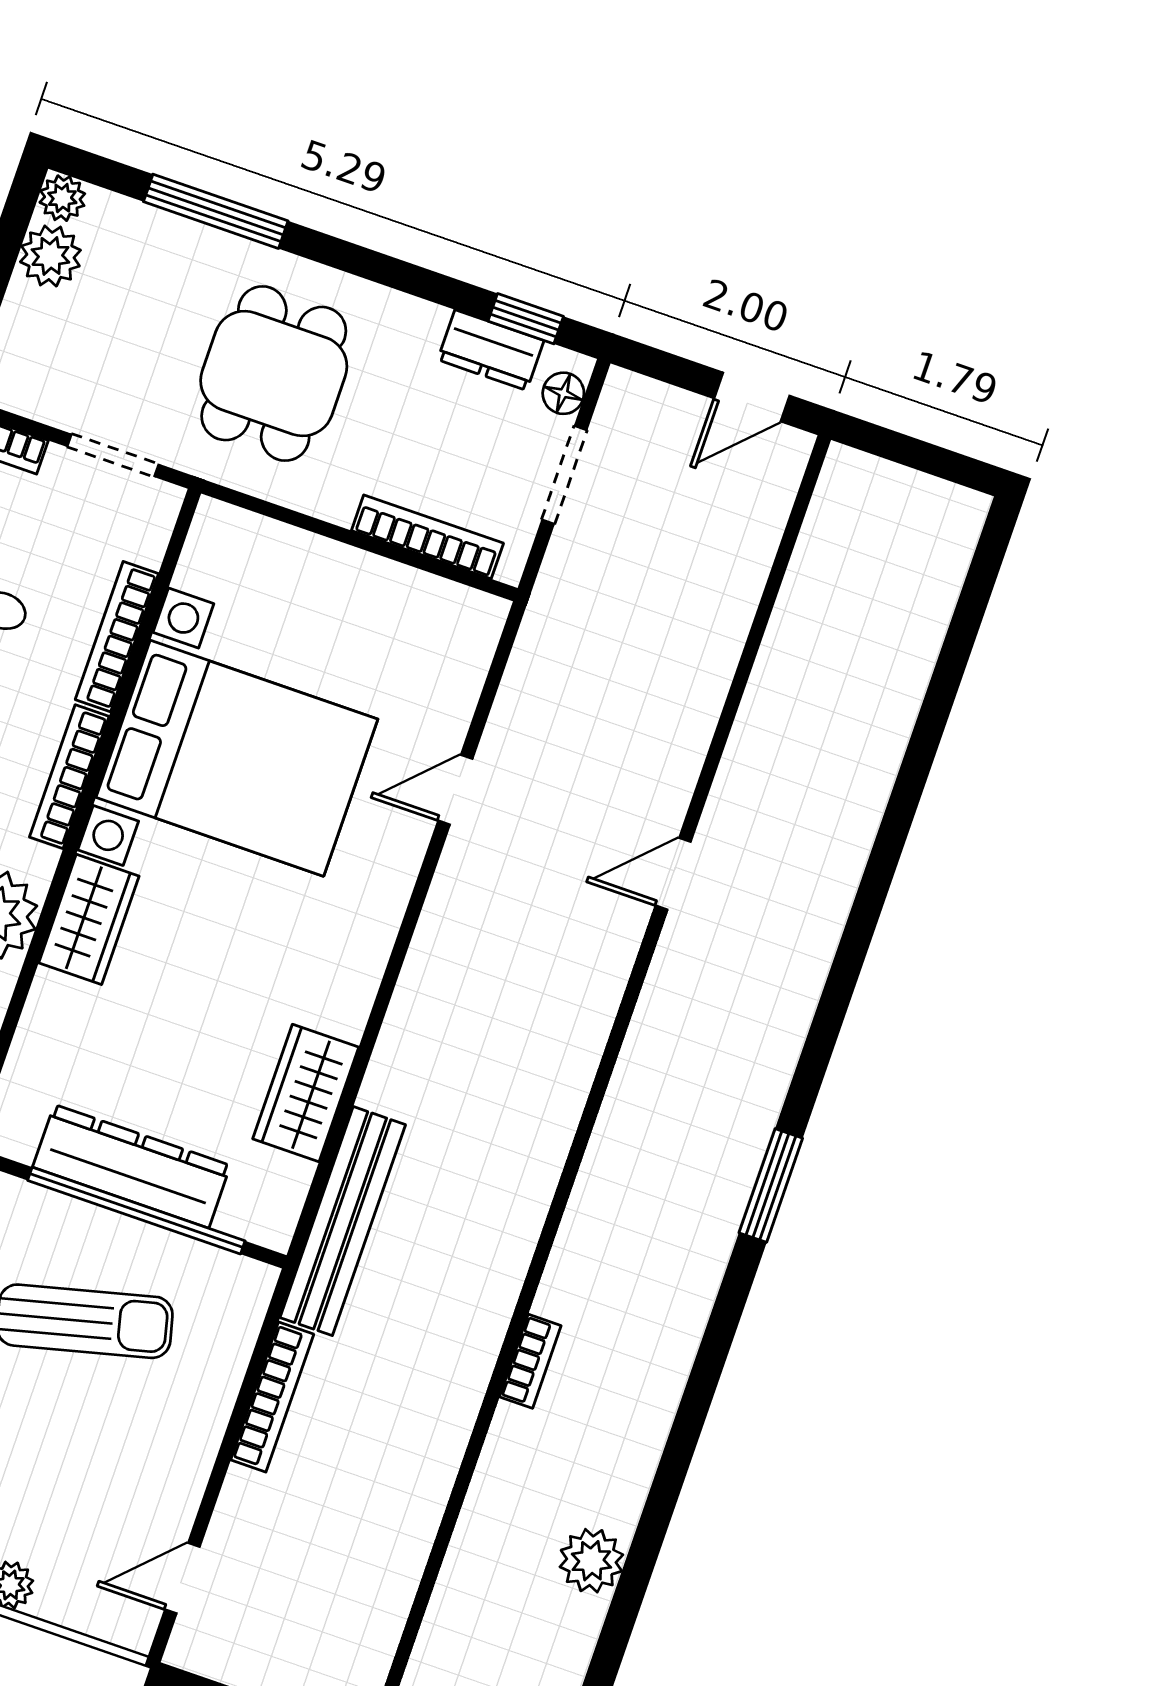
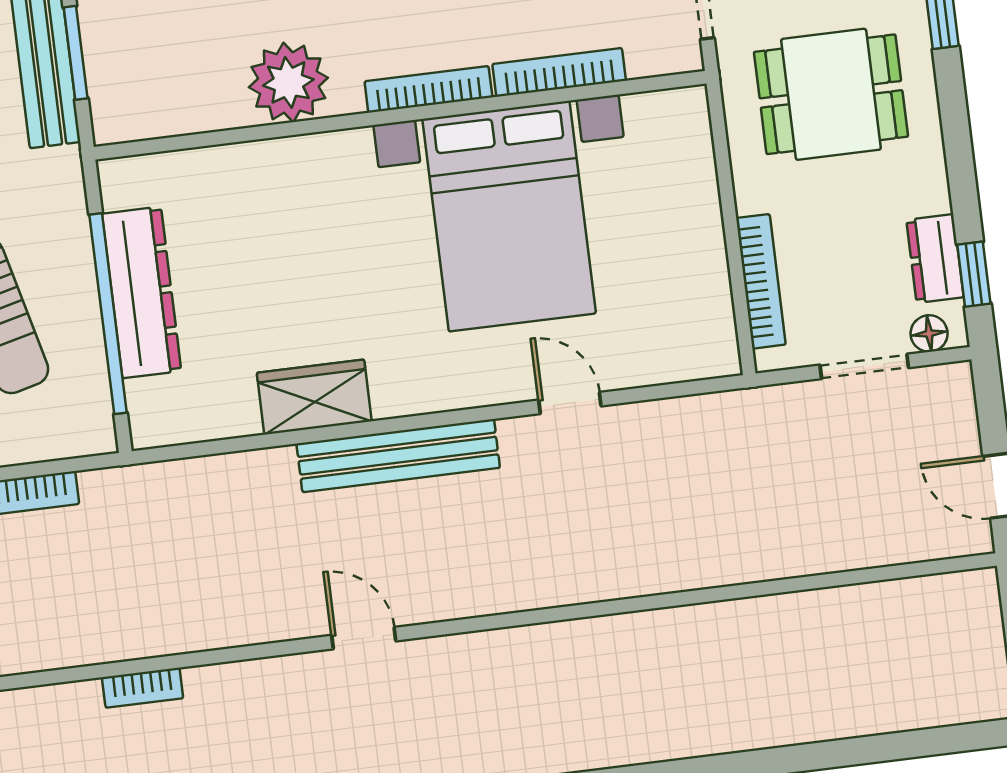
door: (673, 874) -> (364, 638), moved
wardrobe: (89, 919) -> (322, 161), removed
wardrobe: (306, 1093) -> (314, 397), moved
bench: (343, 1221) -> (398, 456), moved

